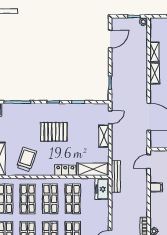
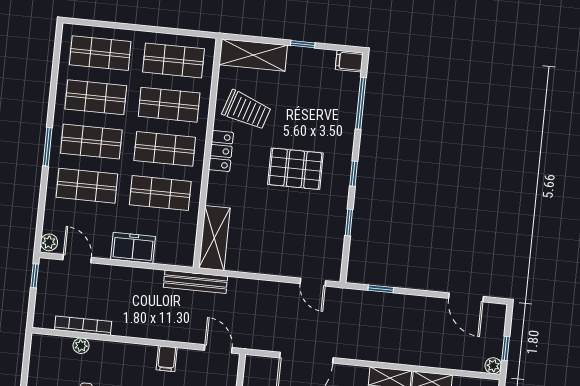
pallet: (54, 132) -> (295, 169), turned 90
shelving: (104, 136) -> (277, 266), removed
locker: (65, 170) -> (221, 151), moved
freezer: (102, 189) -> (133, 248), moved

